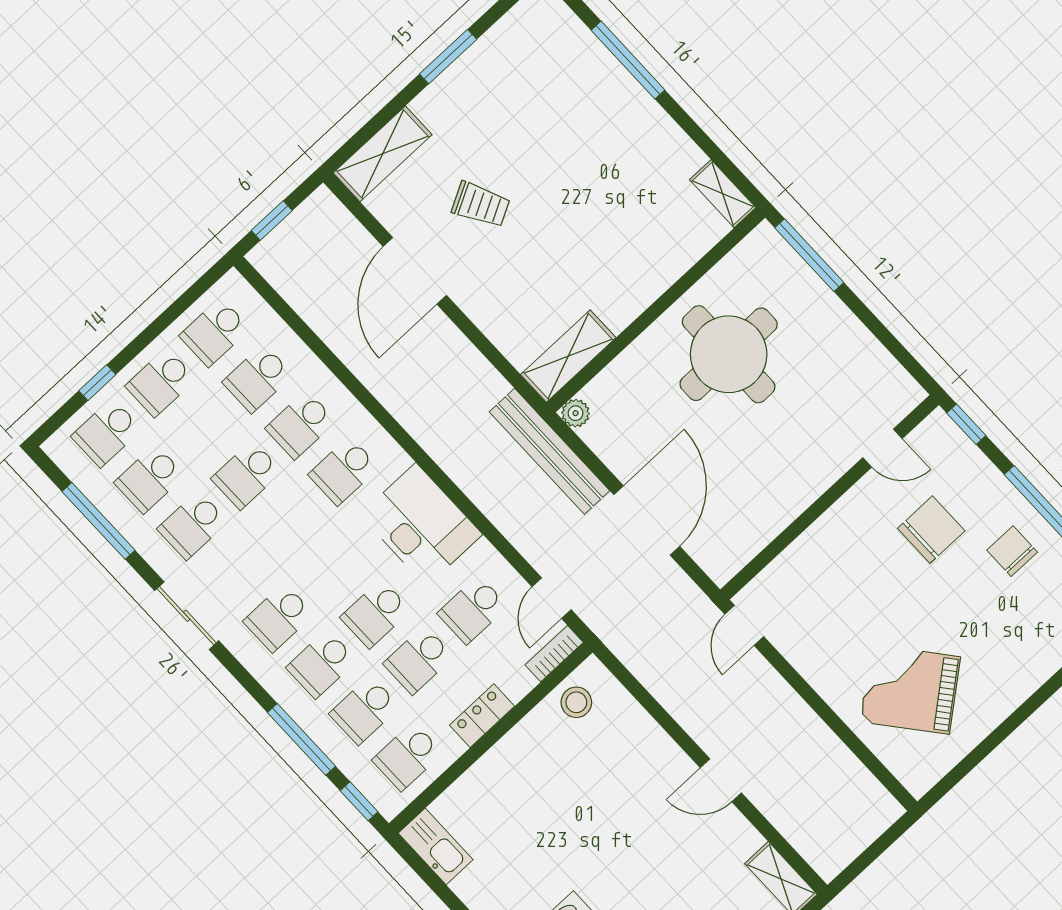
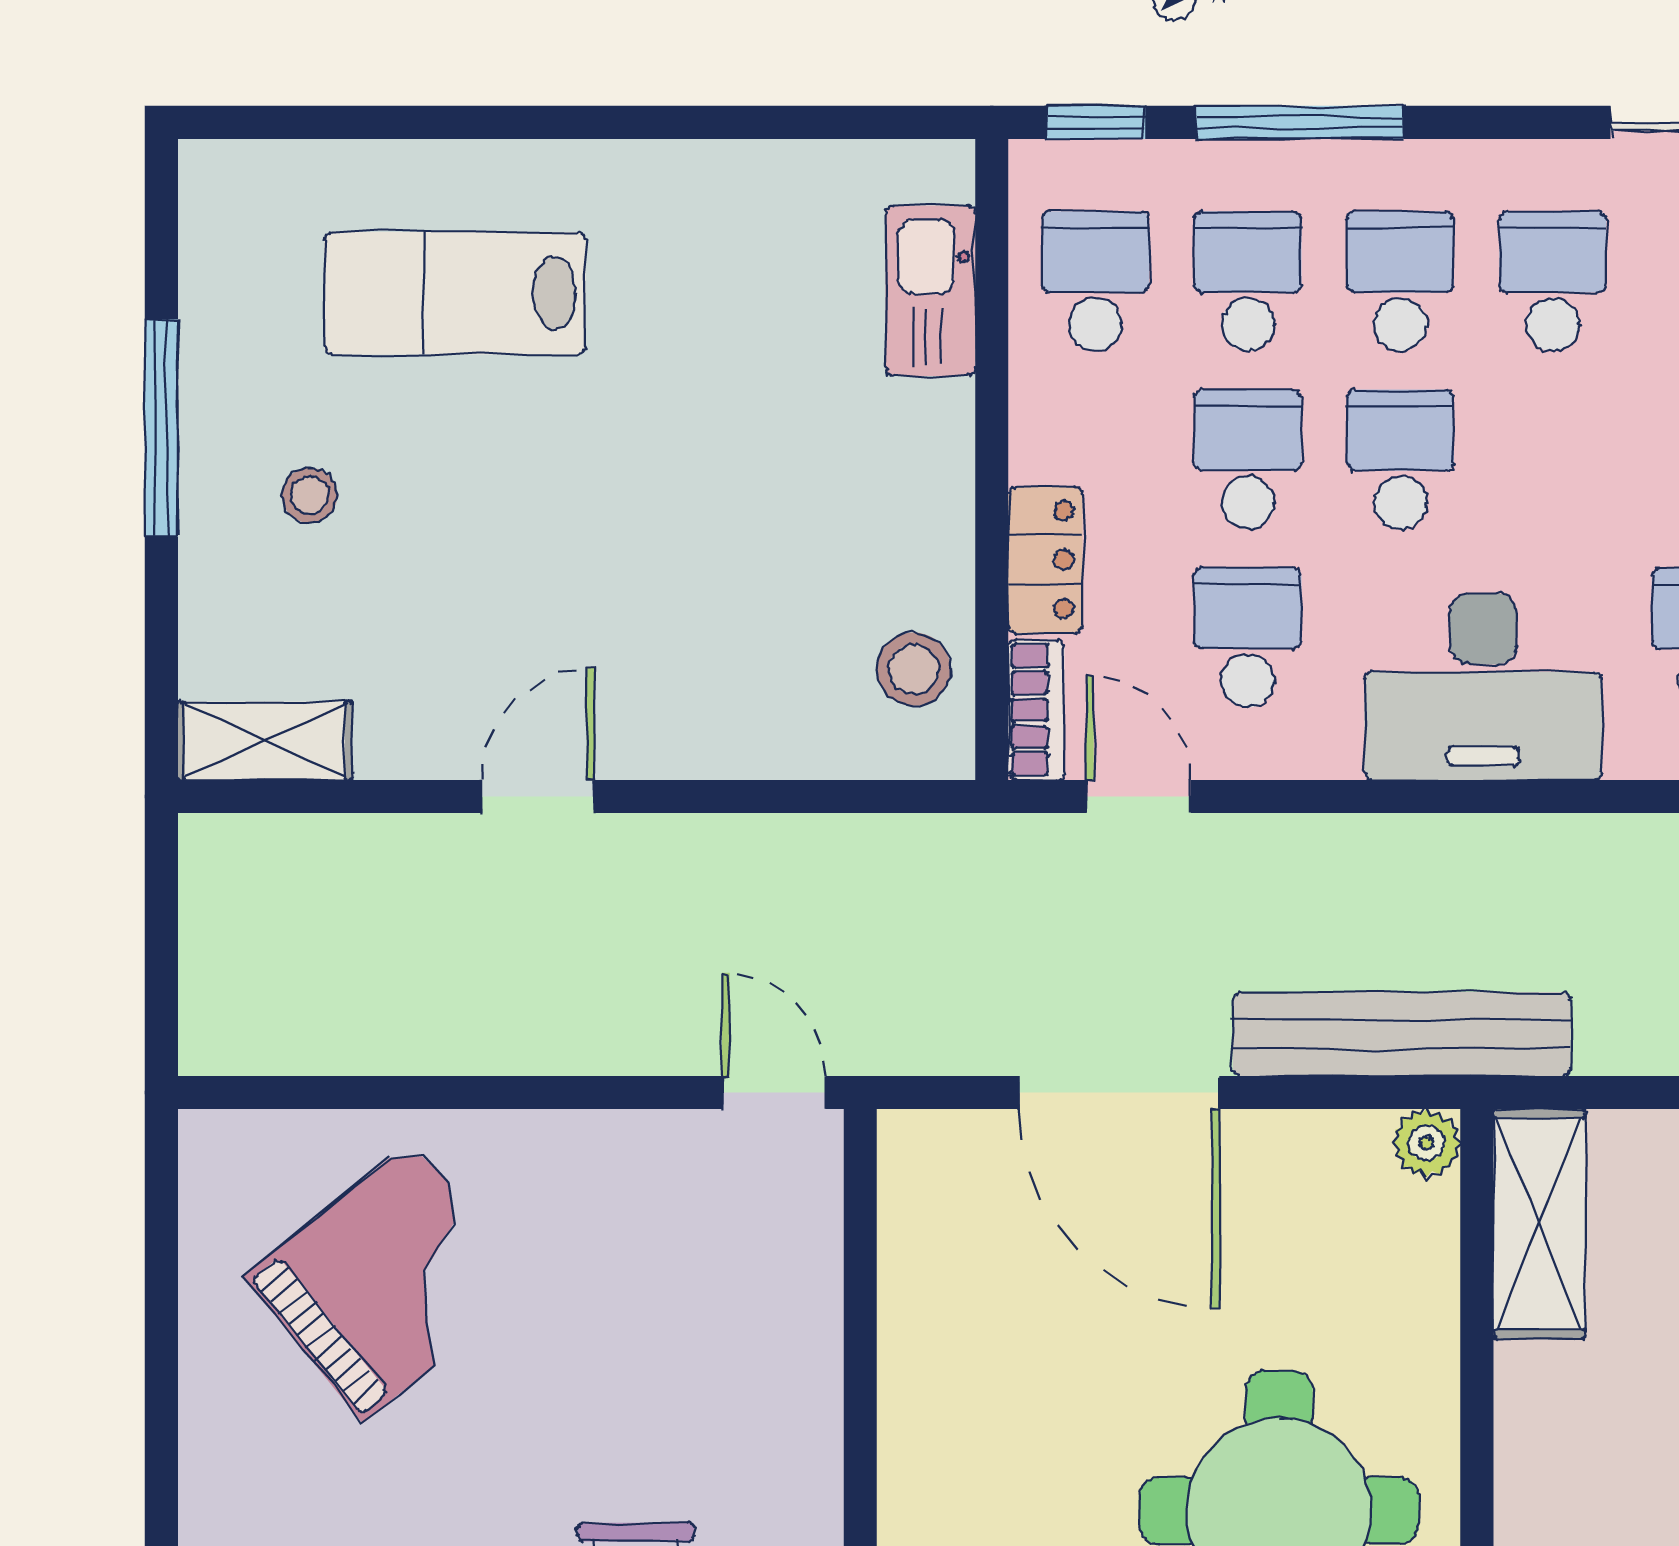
locker: (482, 716) -> (1045, 560), moved
kitchen sink: (436, 846) -> (930, 291), moved, turned 90

